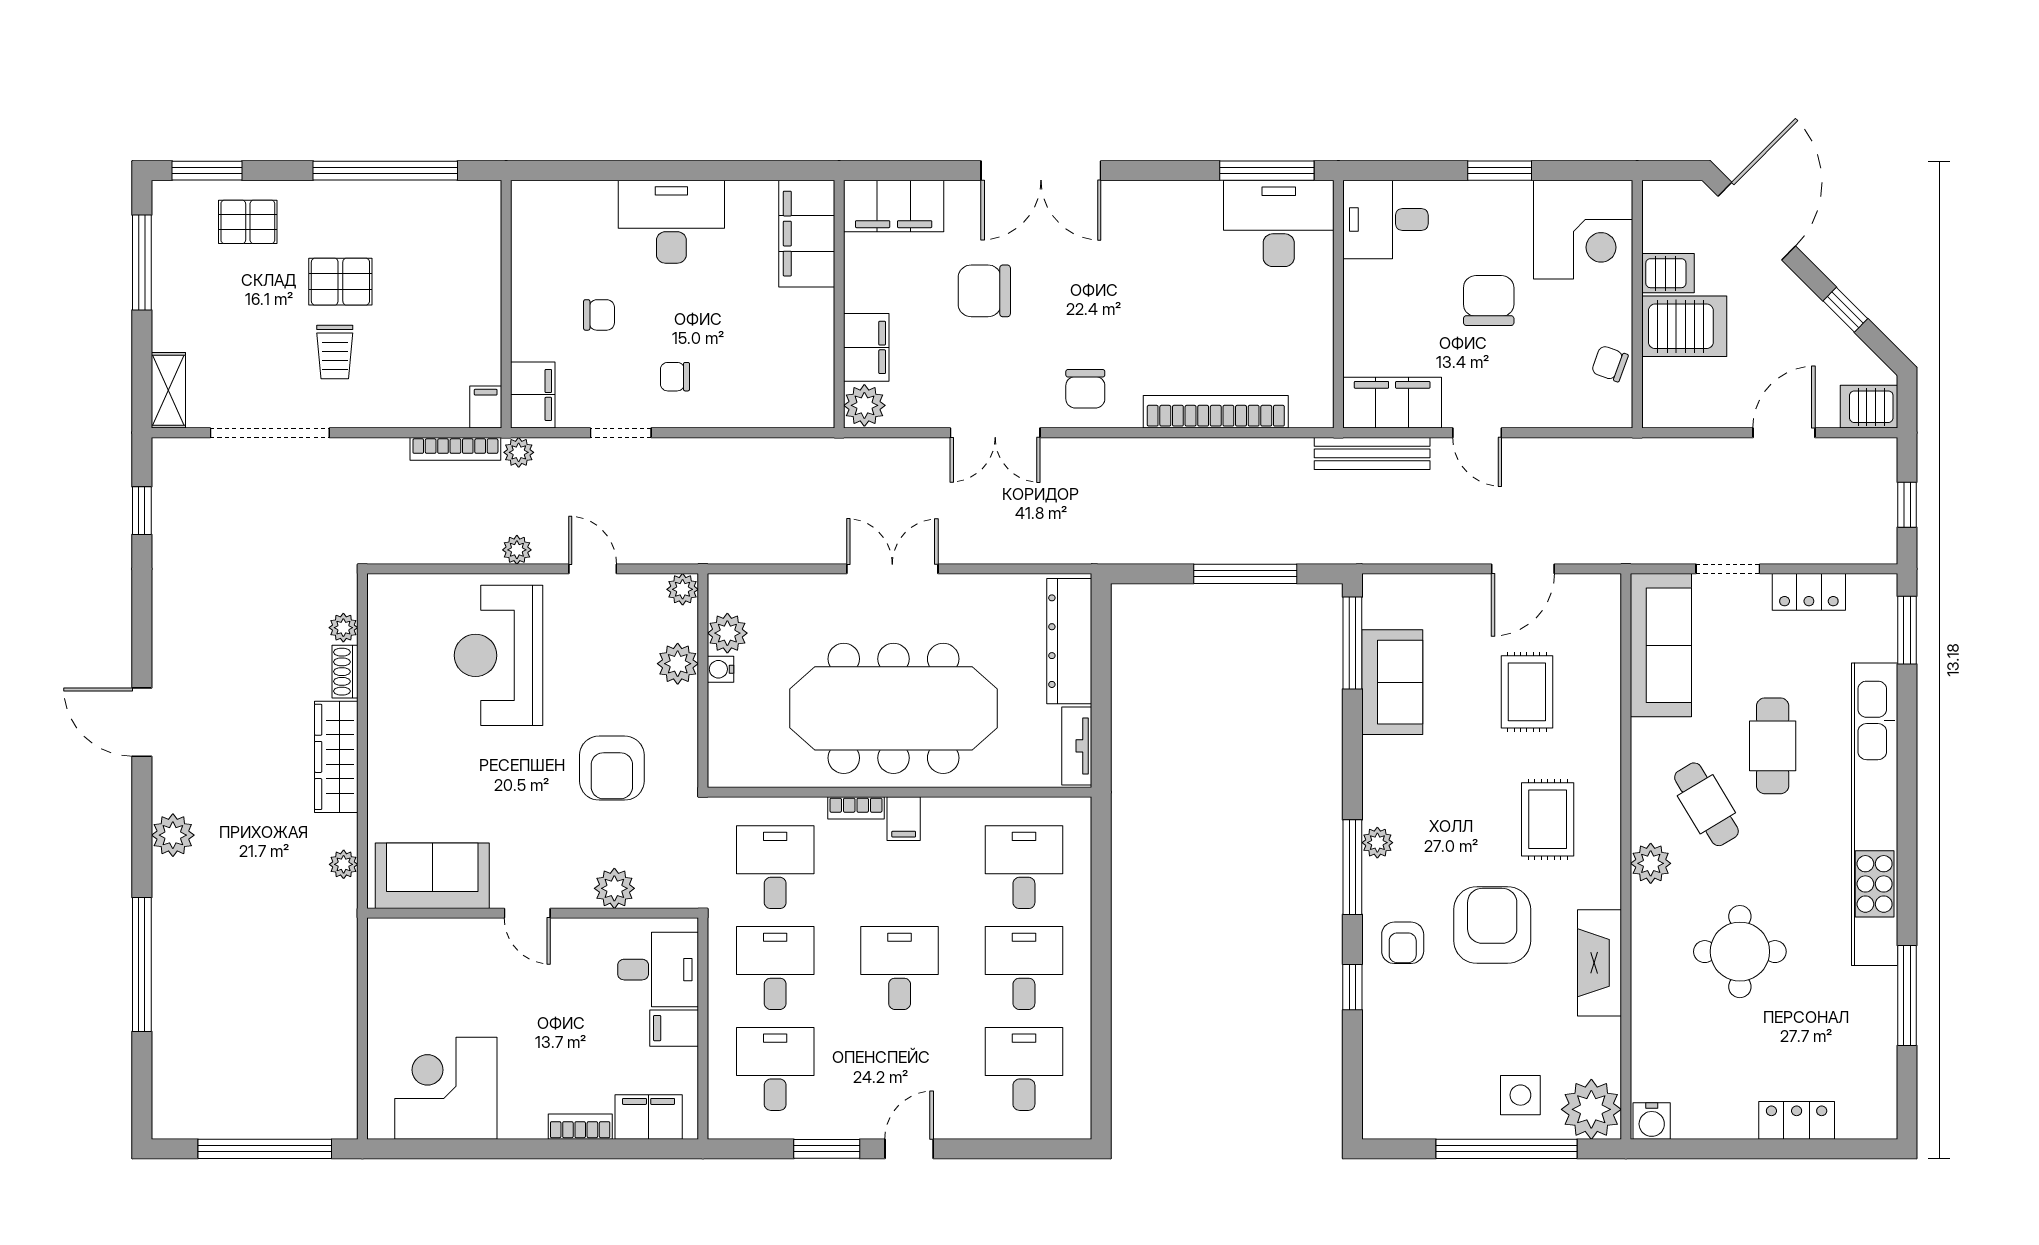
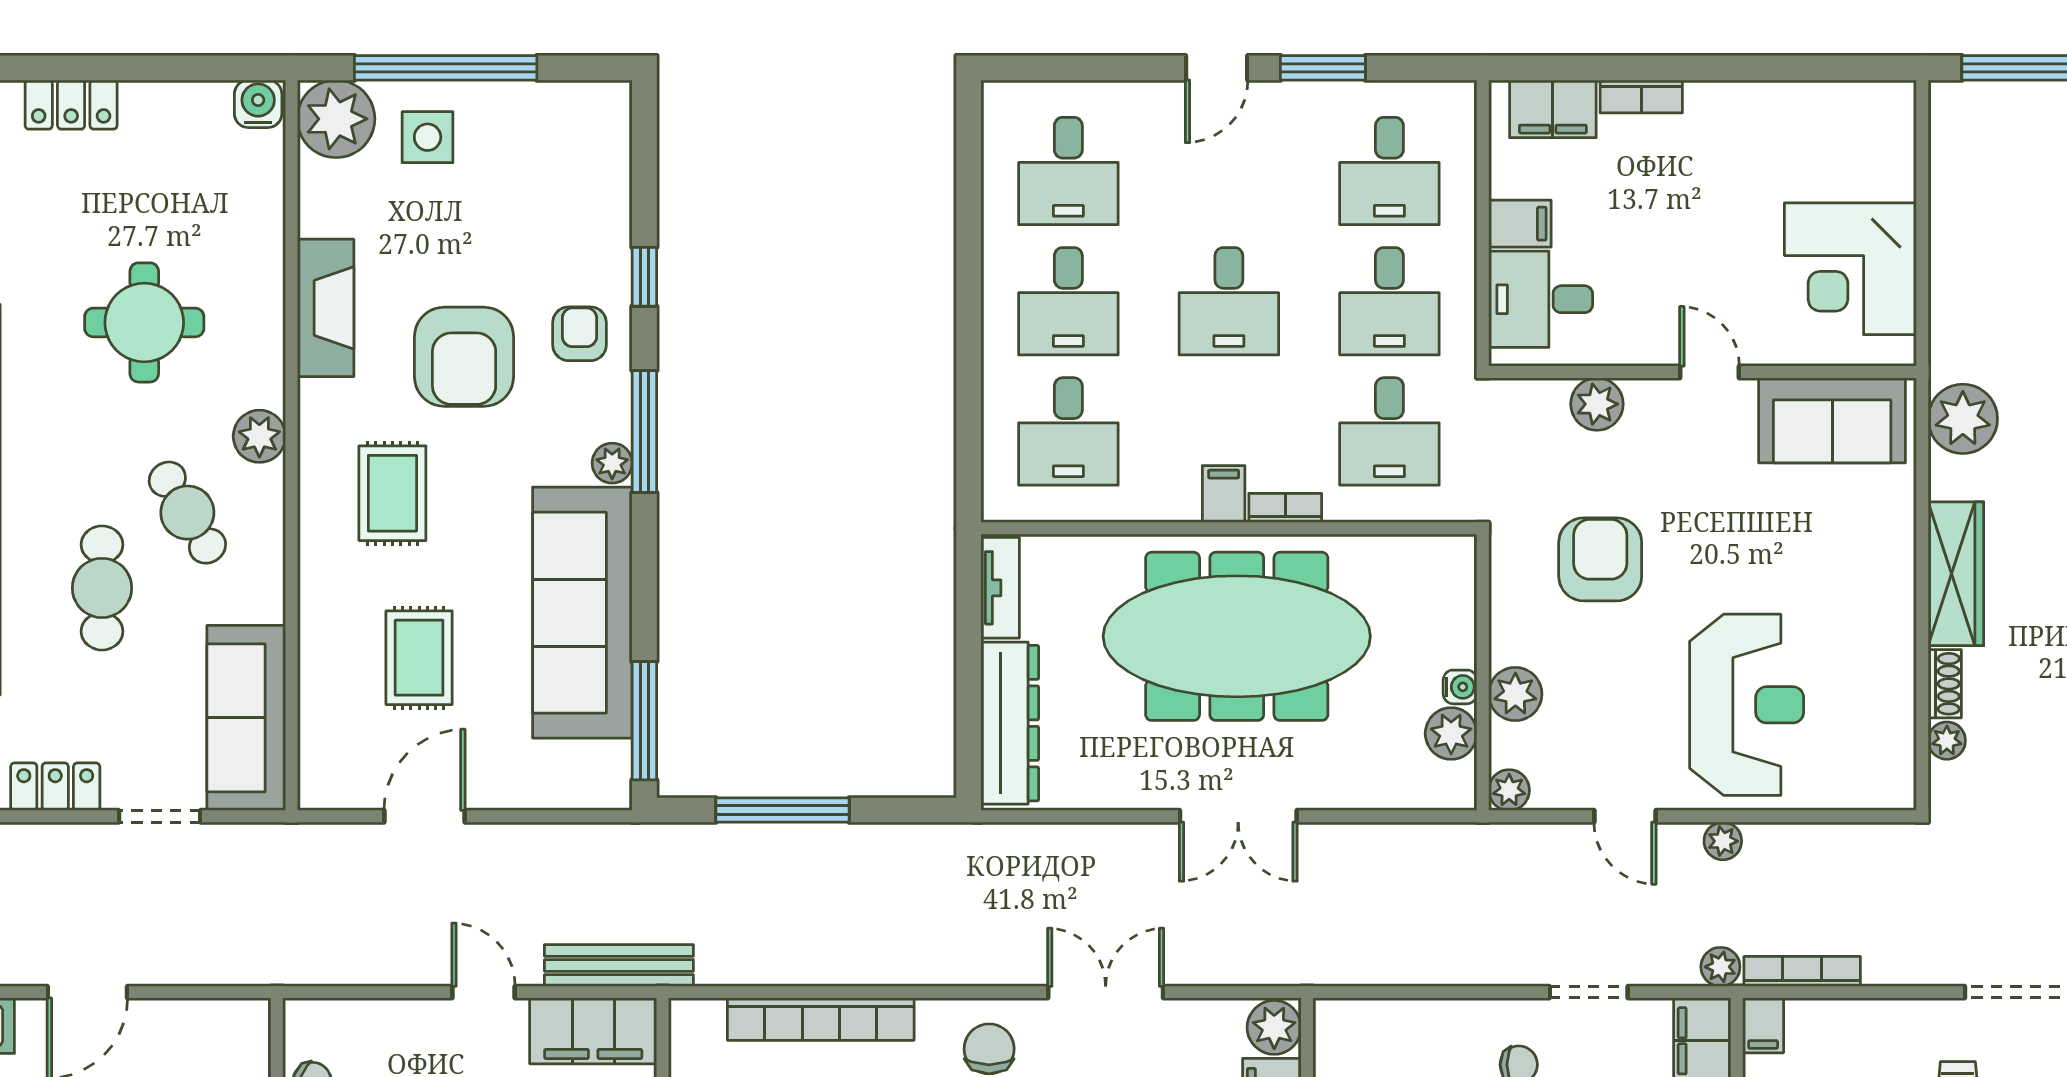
sofa: (1392, 682) -> (582, 613), width x1.85, depth x1.27
plant: (344, 864) -> (1963, 419), width x1.87, depth x1.87
corner desk: (446, 1088) -> (1850, 269), moved, turned 90

